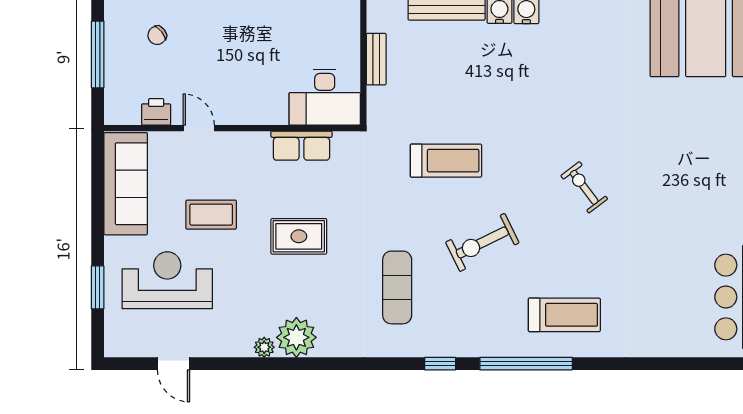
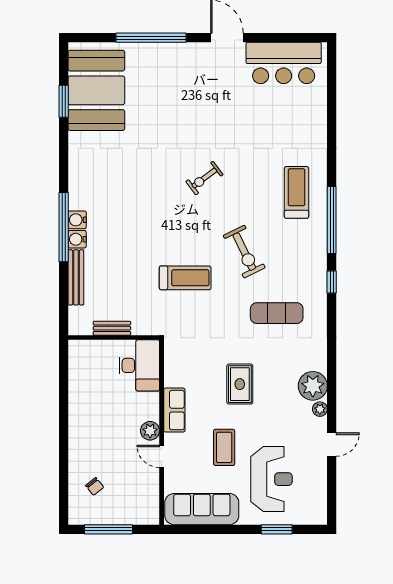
printer: (156, 112) -> (150, 487), removed
plant: (234, 112) -> (150, 431), added
door: (199, 128) -> (162, 456), hinge flipped
row of seats: (301, 146) -> (174, 410), moved
treadmill: (446, 161) -> (185, 278), turned 90
reception desk: (167, 280) -> (272, 479), turned 180
door: (173, 364) -> (332, 445), moved

